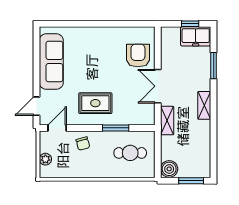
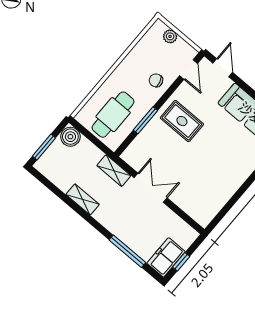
armchair: (138, 56) -> (192, 193), removed
window: (214, 66) -> (127, 251), width x1.44
rug: (95, 103) -> (182, 121), turned 90
shelving: (204, 105) -> (83, 199), moved
cafe table: (130, 153) -> (113, 115), width x1.37, depth x1.35

